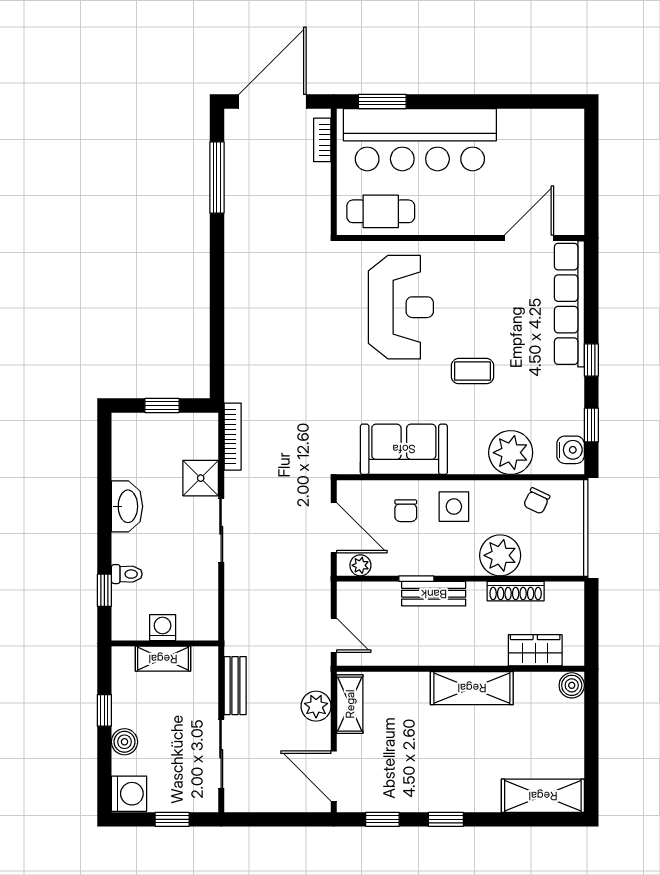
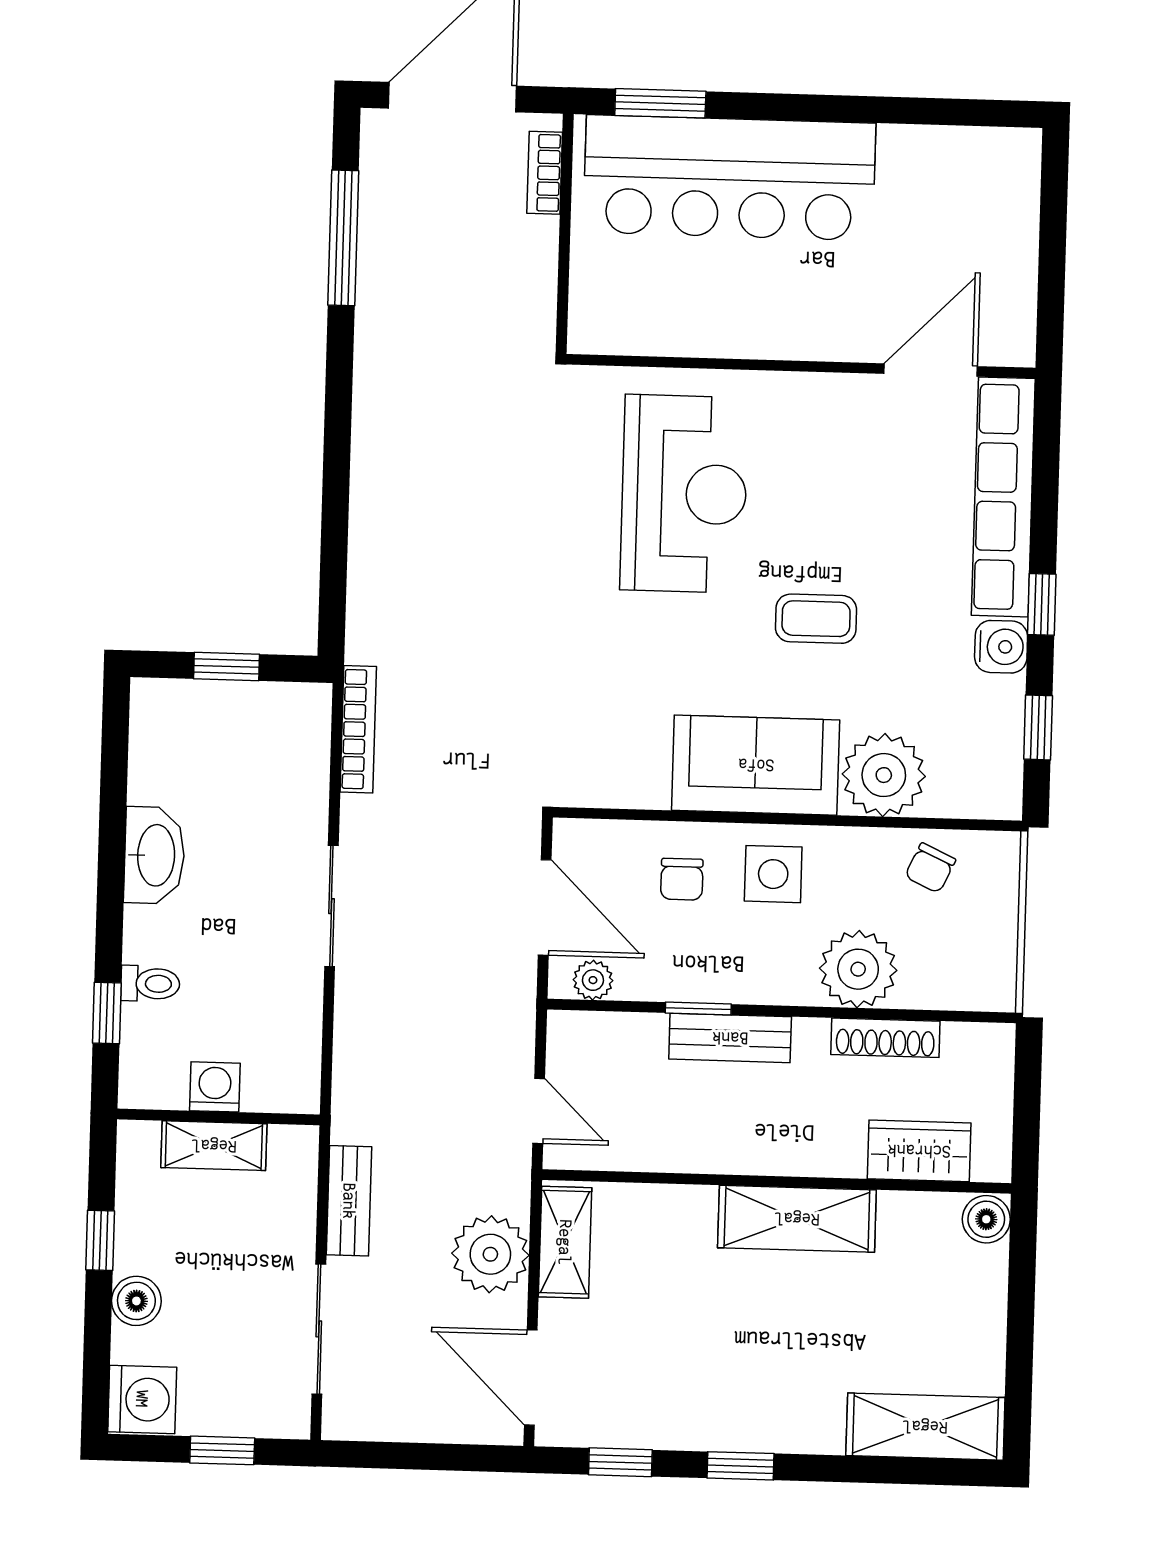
cafe table: (381, 211) -> (651, 311), removed
sofa: (404, 449) -> (756, 765), moved
water cooler: (571, 450) -> (1001, 647), moved
shower: (201, 478) -> (295, 806), removed
plant: (316, 706) -> (490, 1254), width x1.36, depth x1.36

